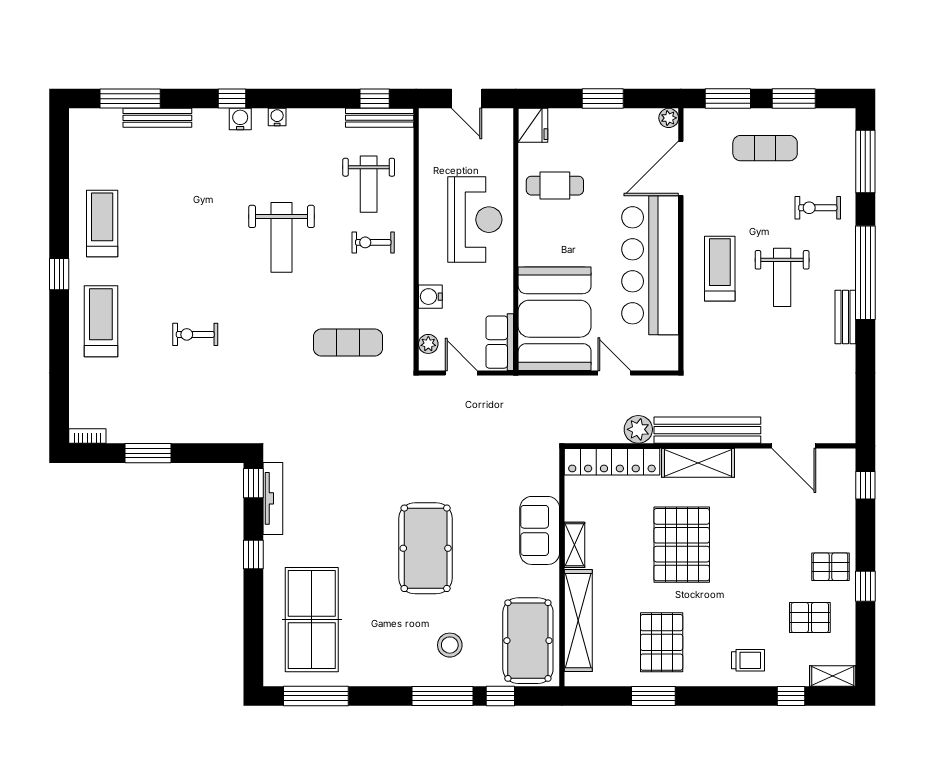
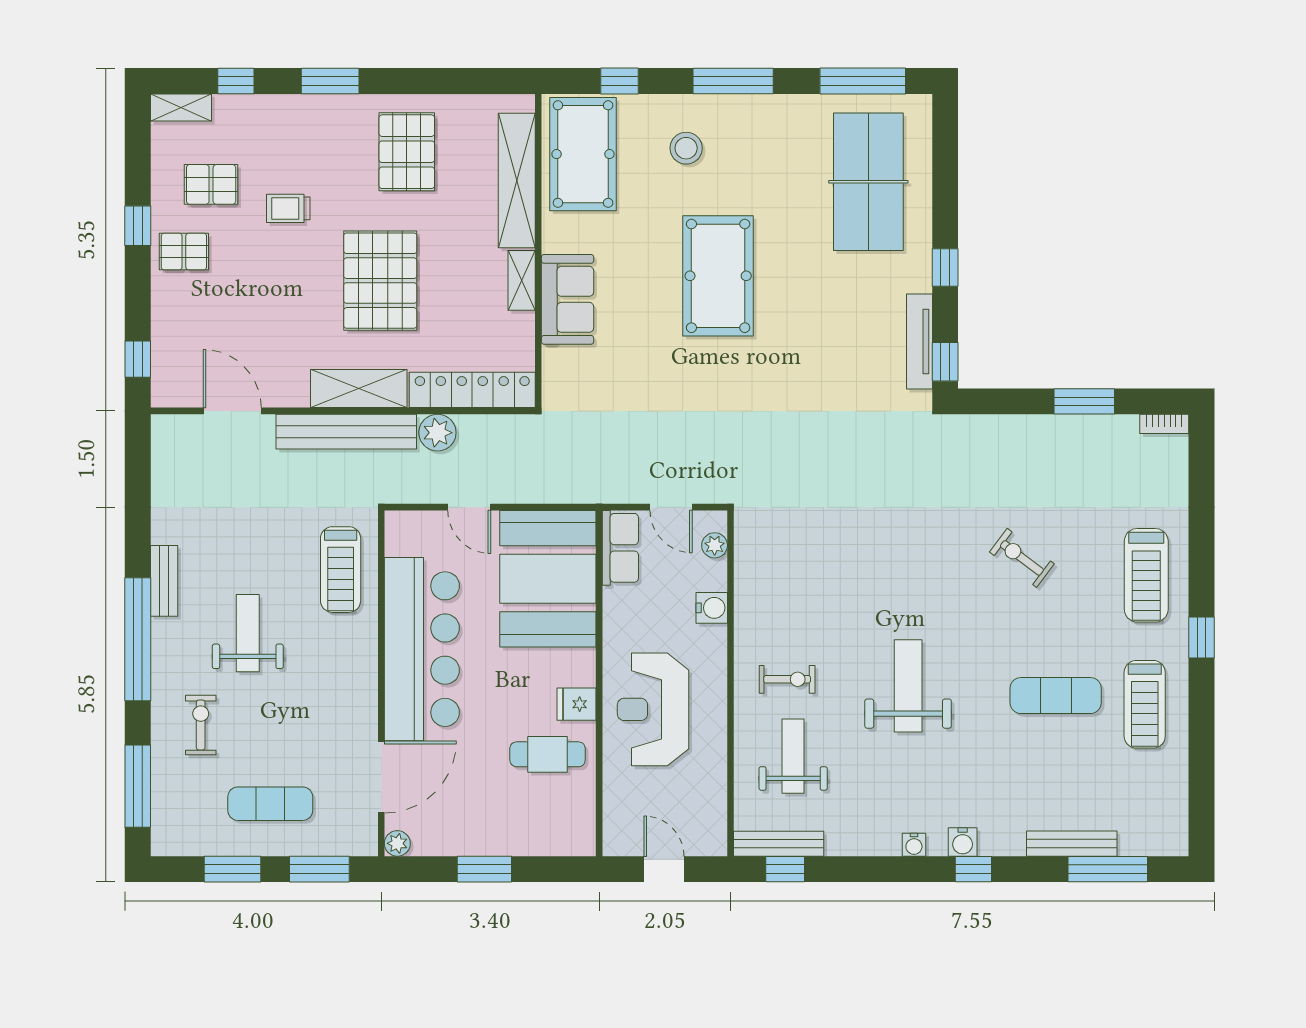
fridge: (533, 125) -> (577, 704), moved, width x0.72
exercise bike: (818, 208) -> (201, 725), turned -90
treadmill: (720, 269) -> (341, 570), moved
exercise bike: (195, 334) -> (1022, 558), turned -143
exercise mat: (348, 342) -> (1056, 696), moved
trolley: (748, 660) -> (288, 208), moved
window: (442, 696) -> (733, 81), moved
window: (653, 696) -> (330, 81), moved

